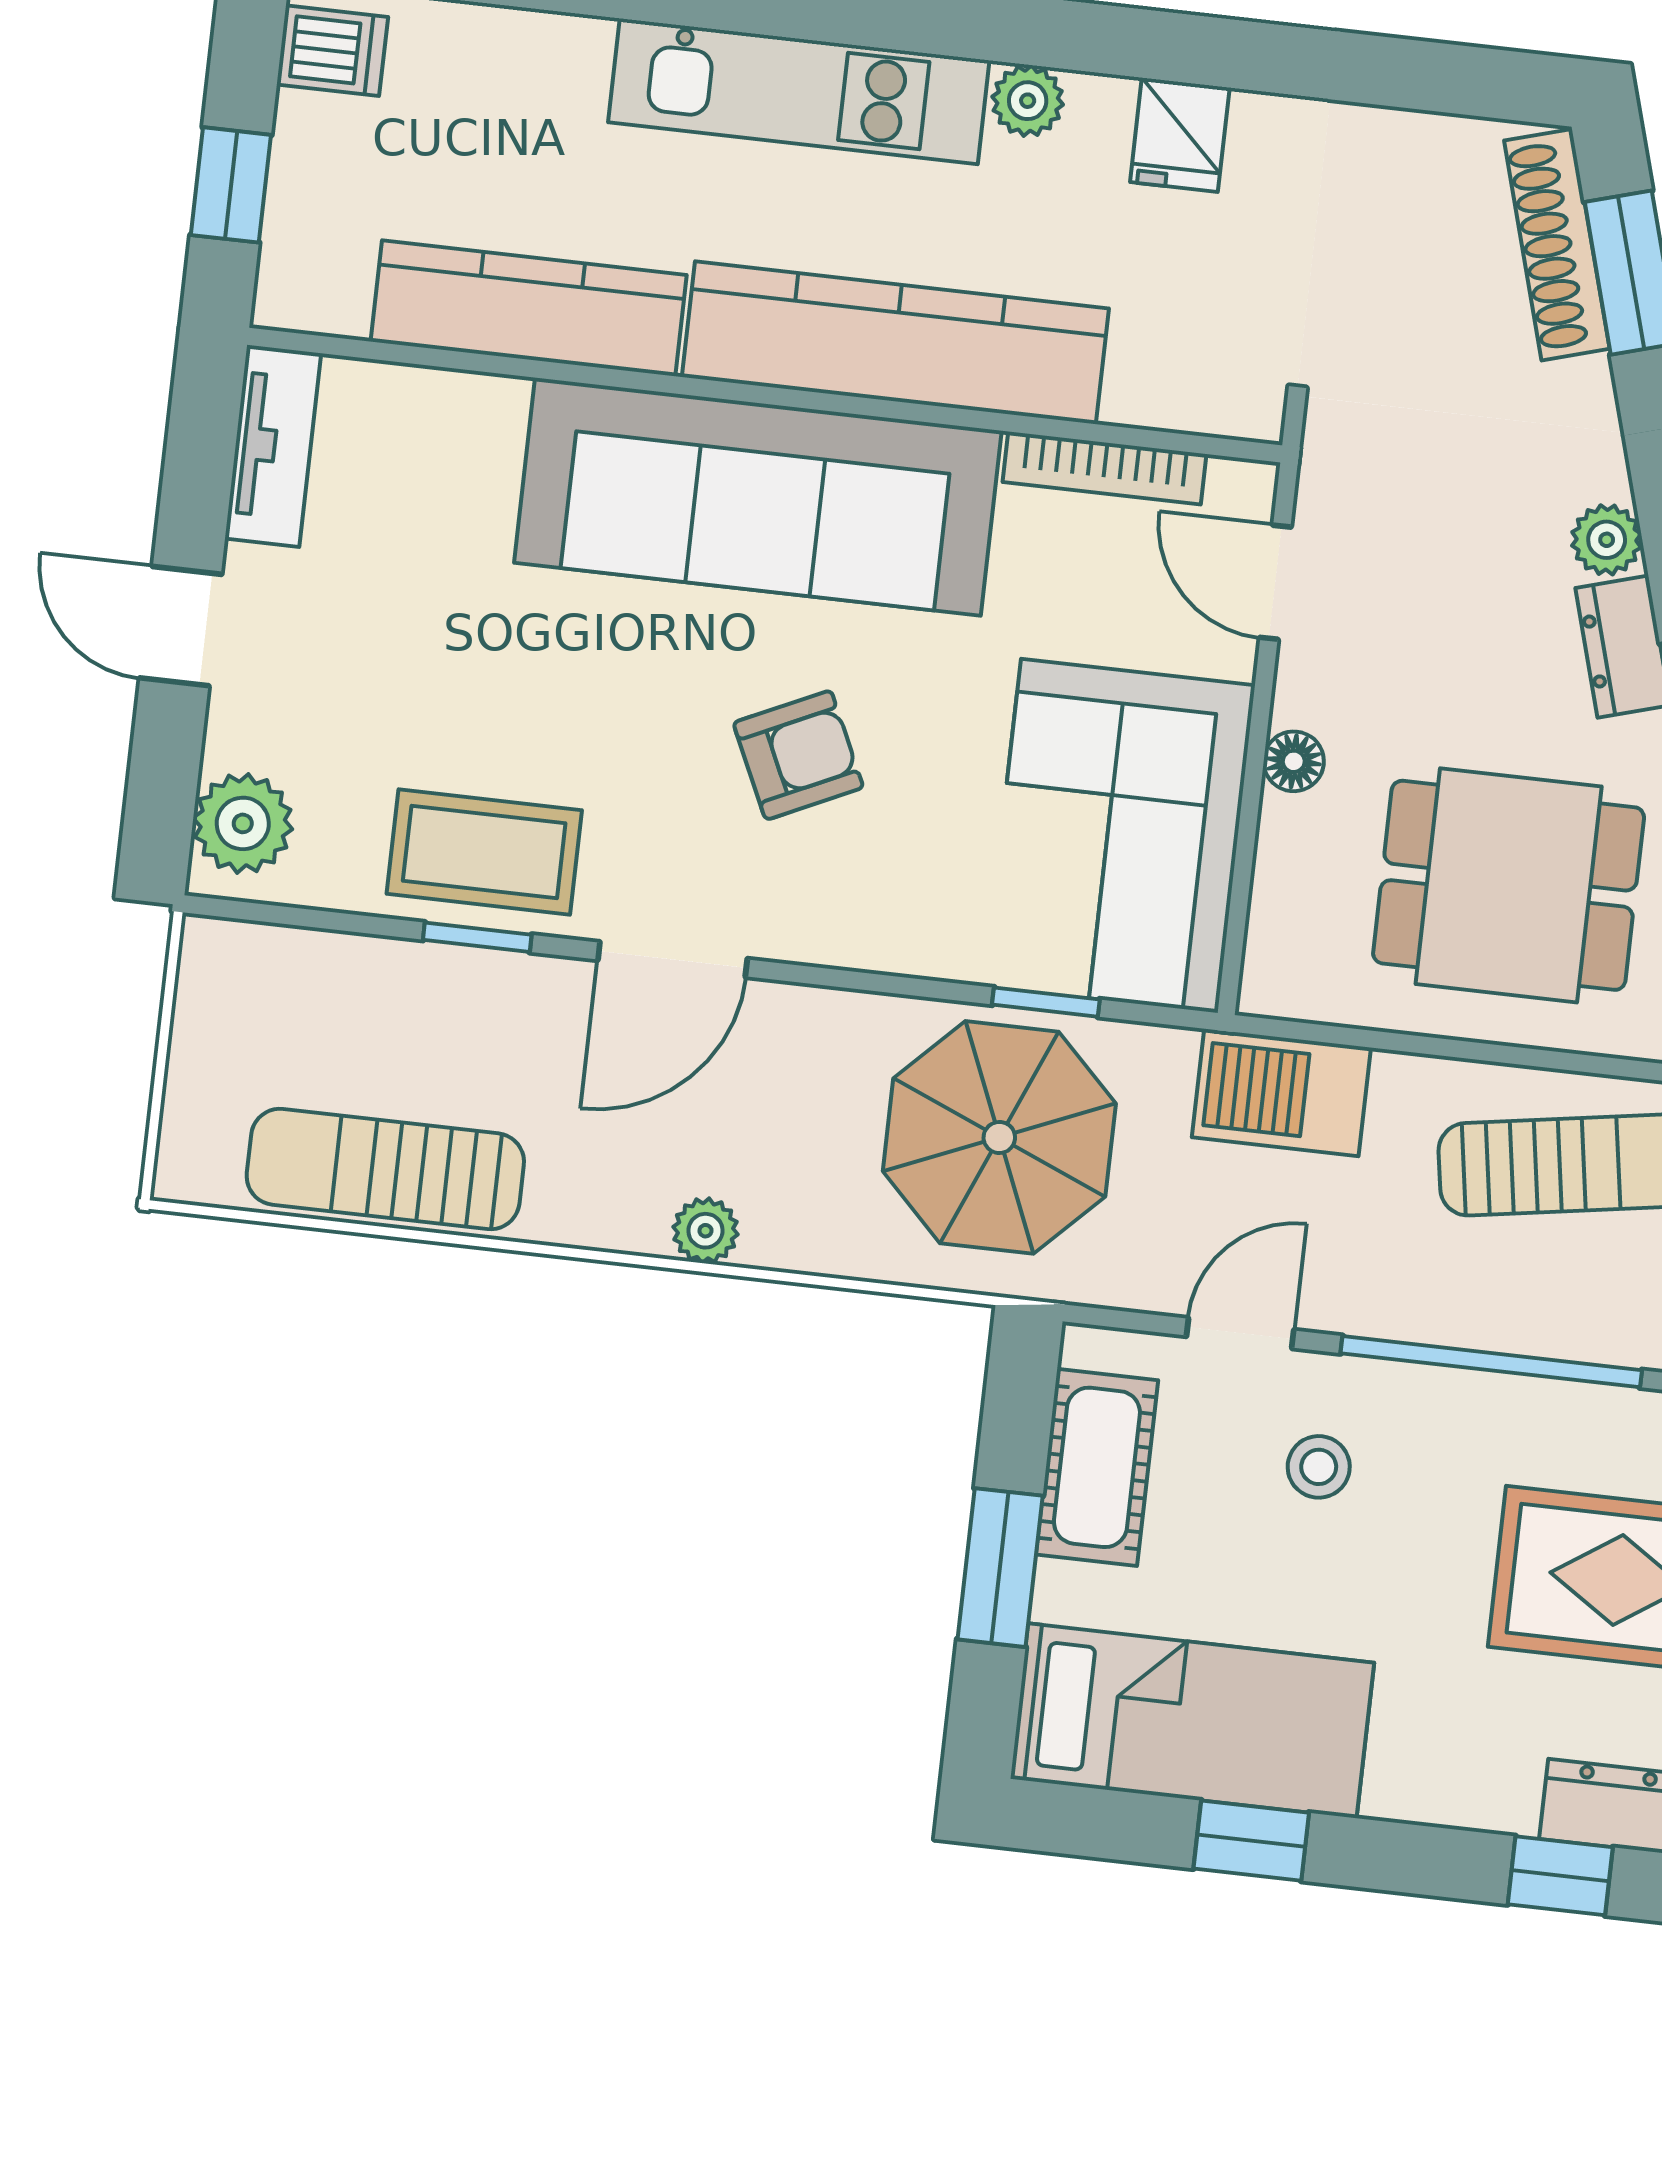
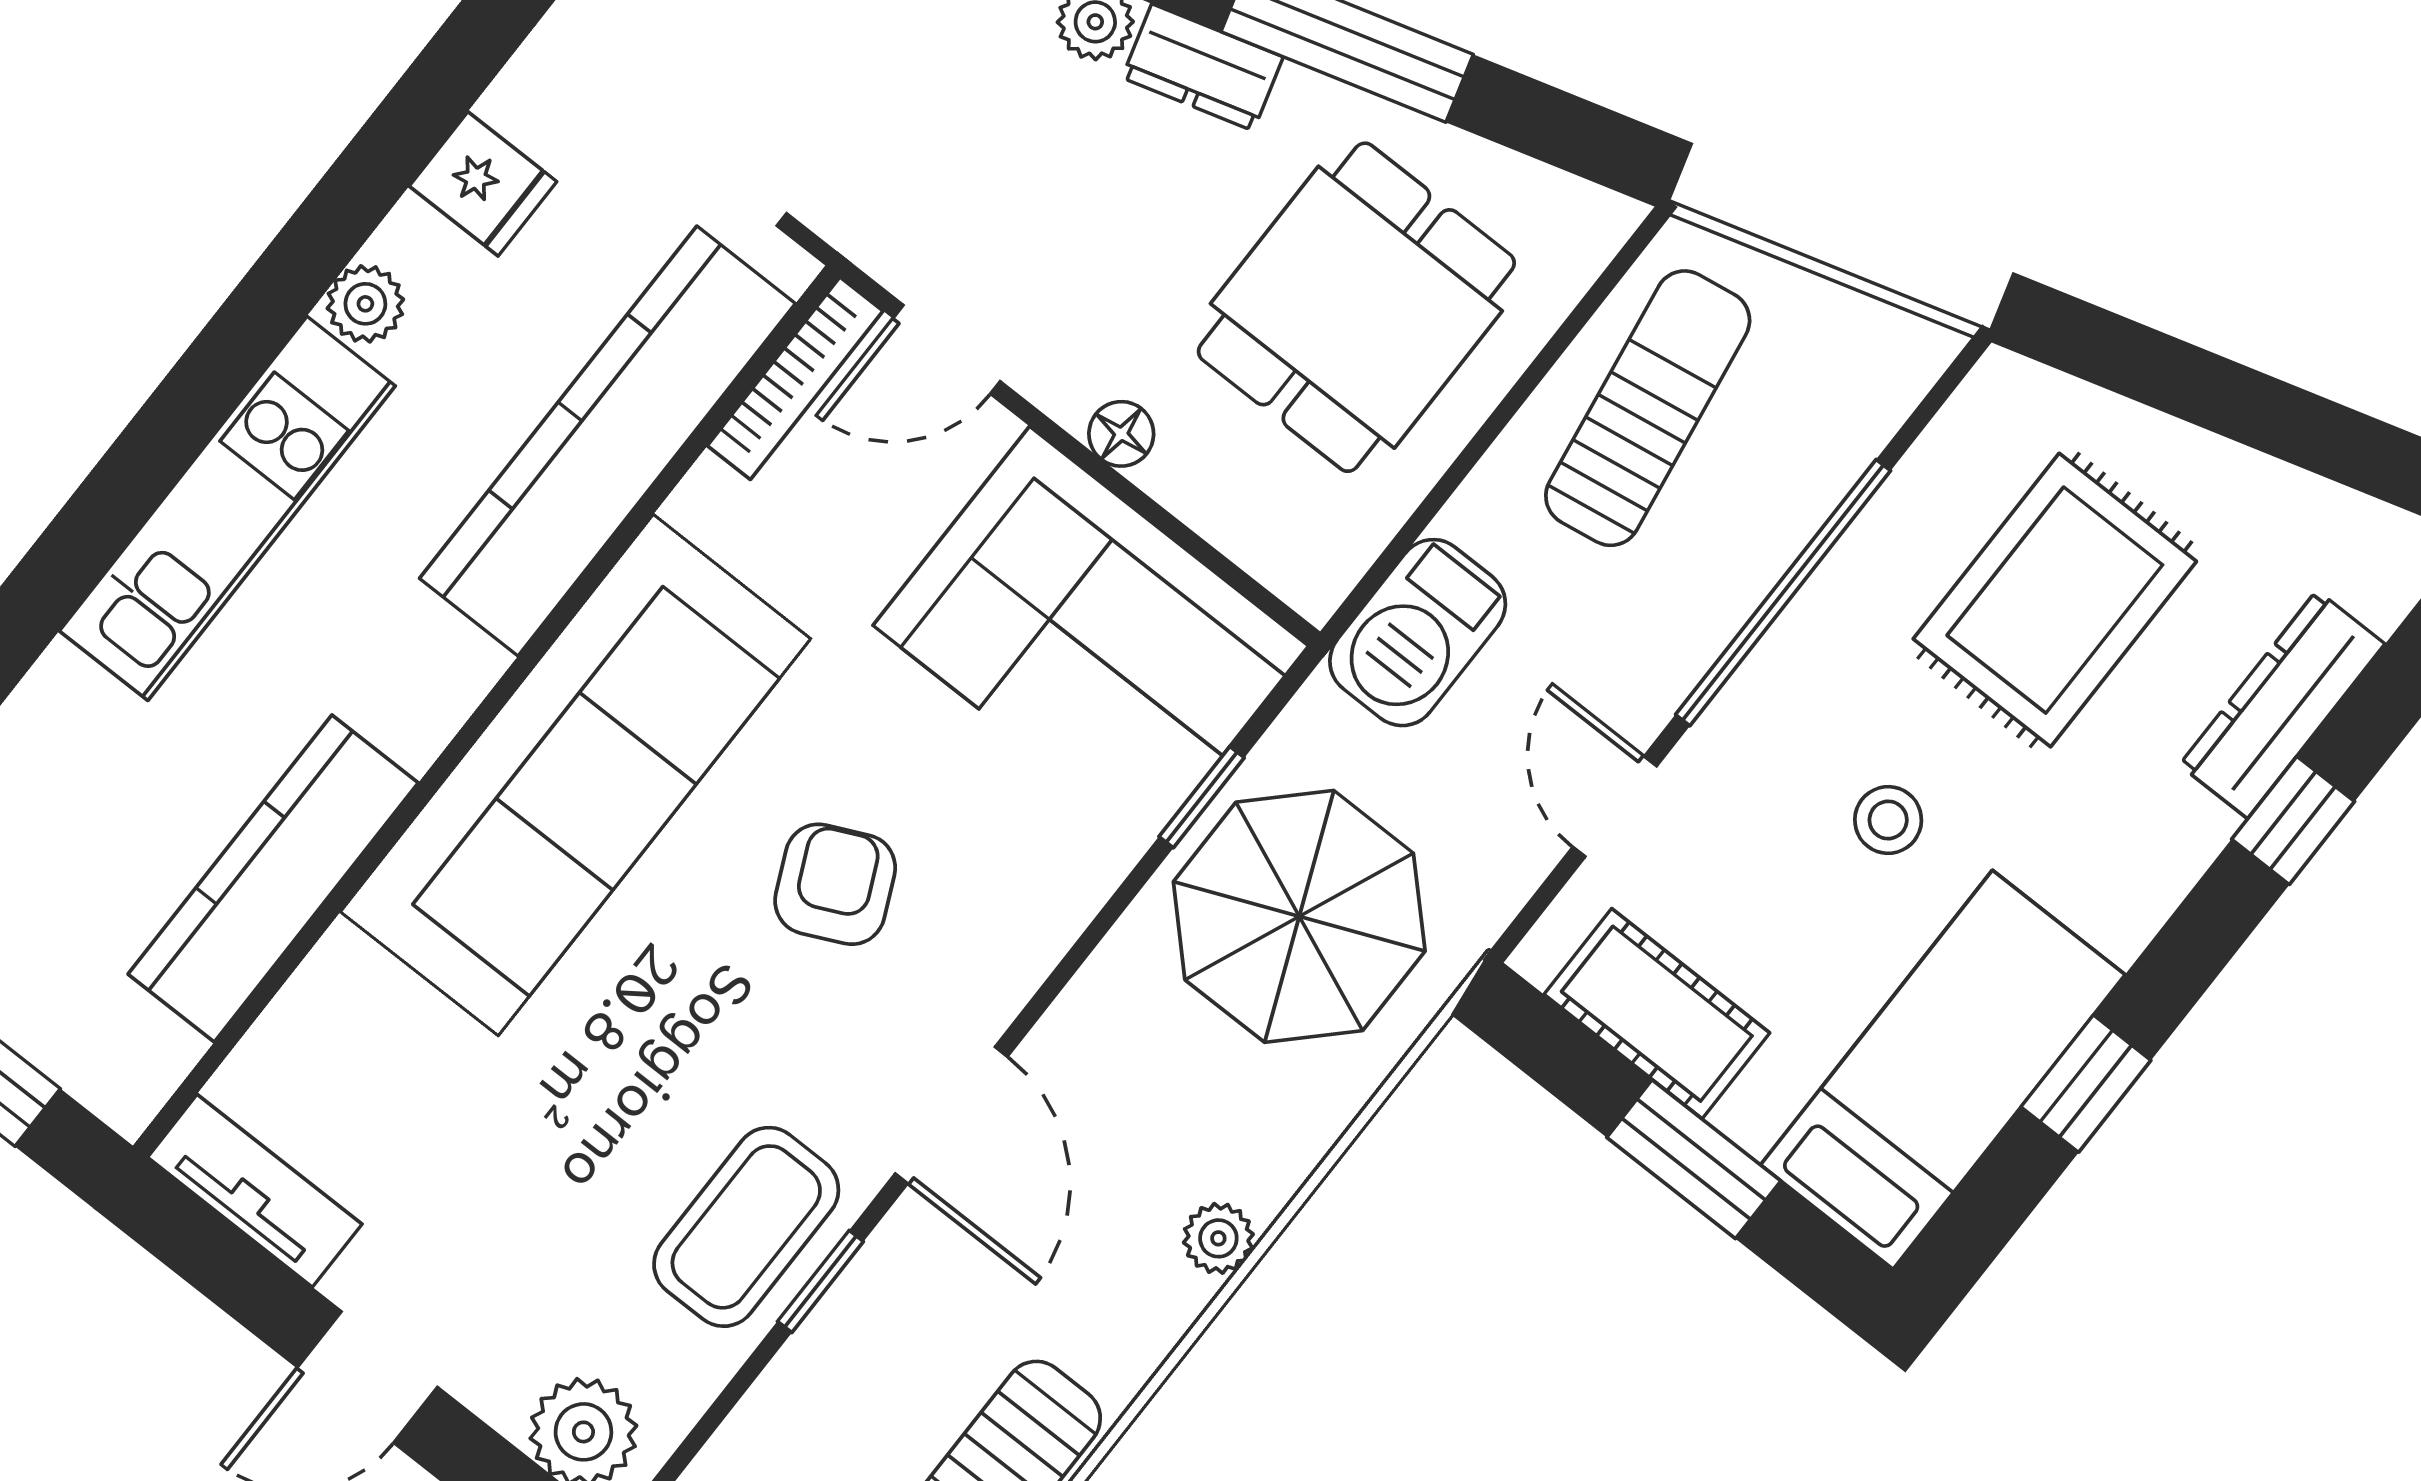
kitchen counter: (895, 343) -> (607, 441), moved
bookcase: (1105, 468) -> (795, 378), moved
stool: (1319, 1467) -> (1888, 820), moved

